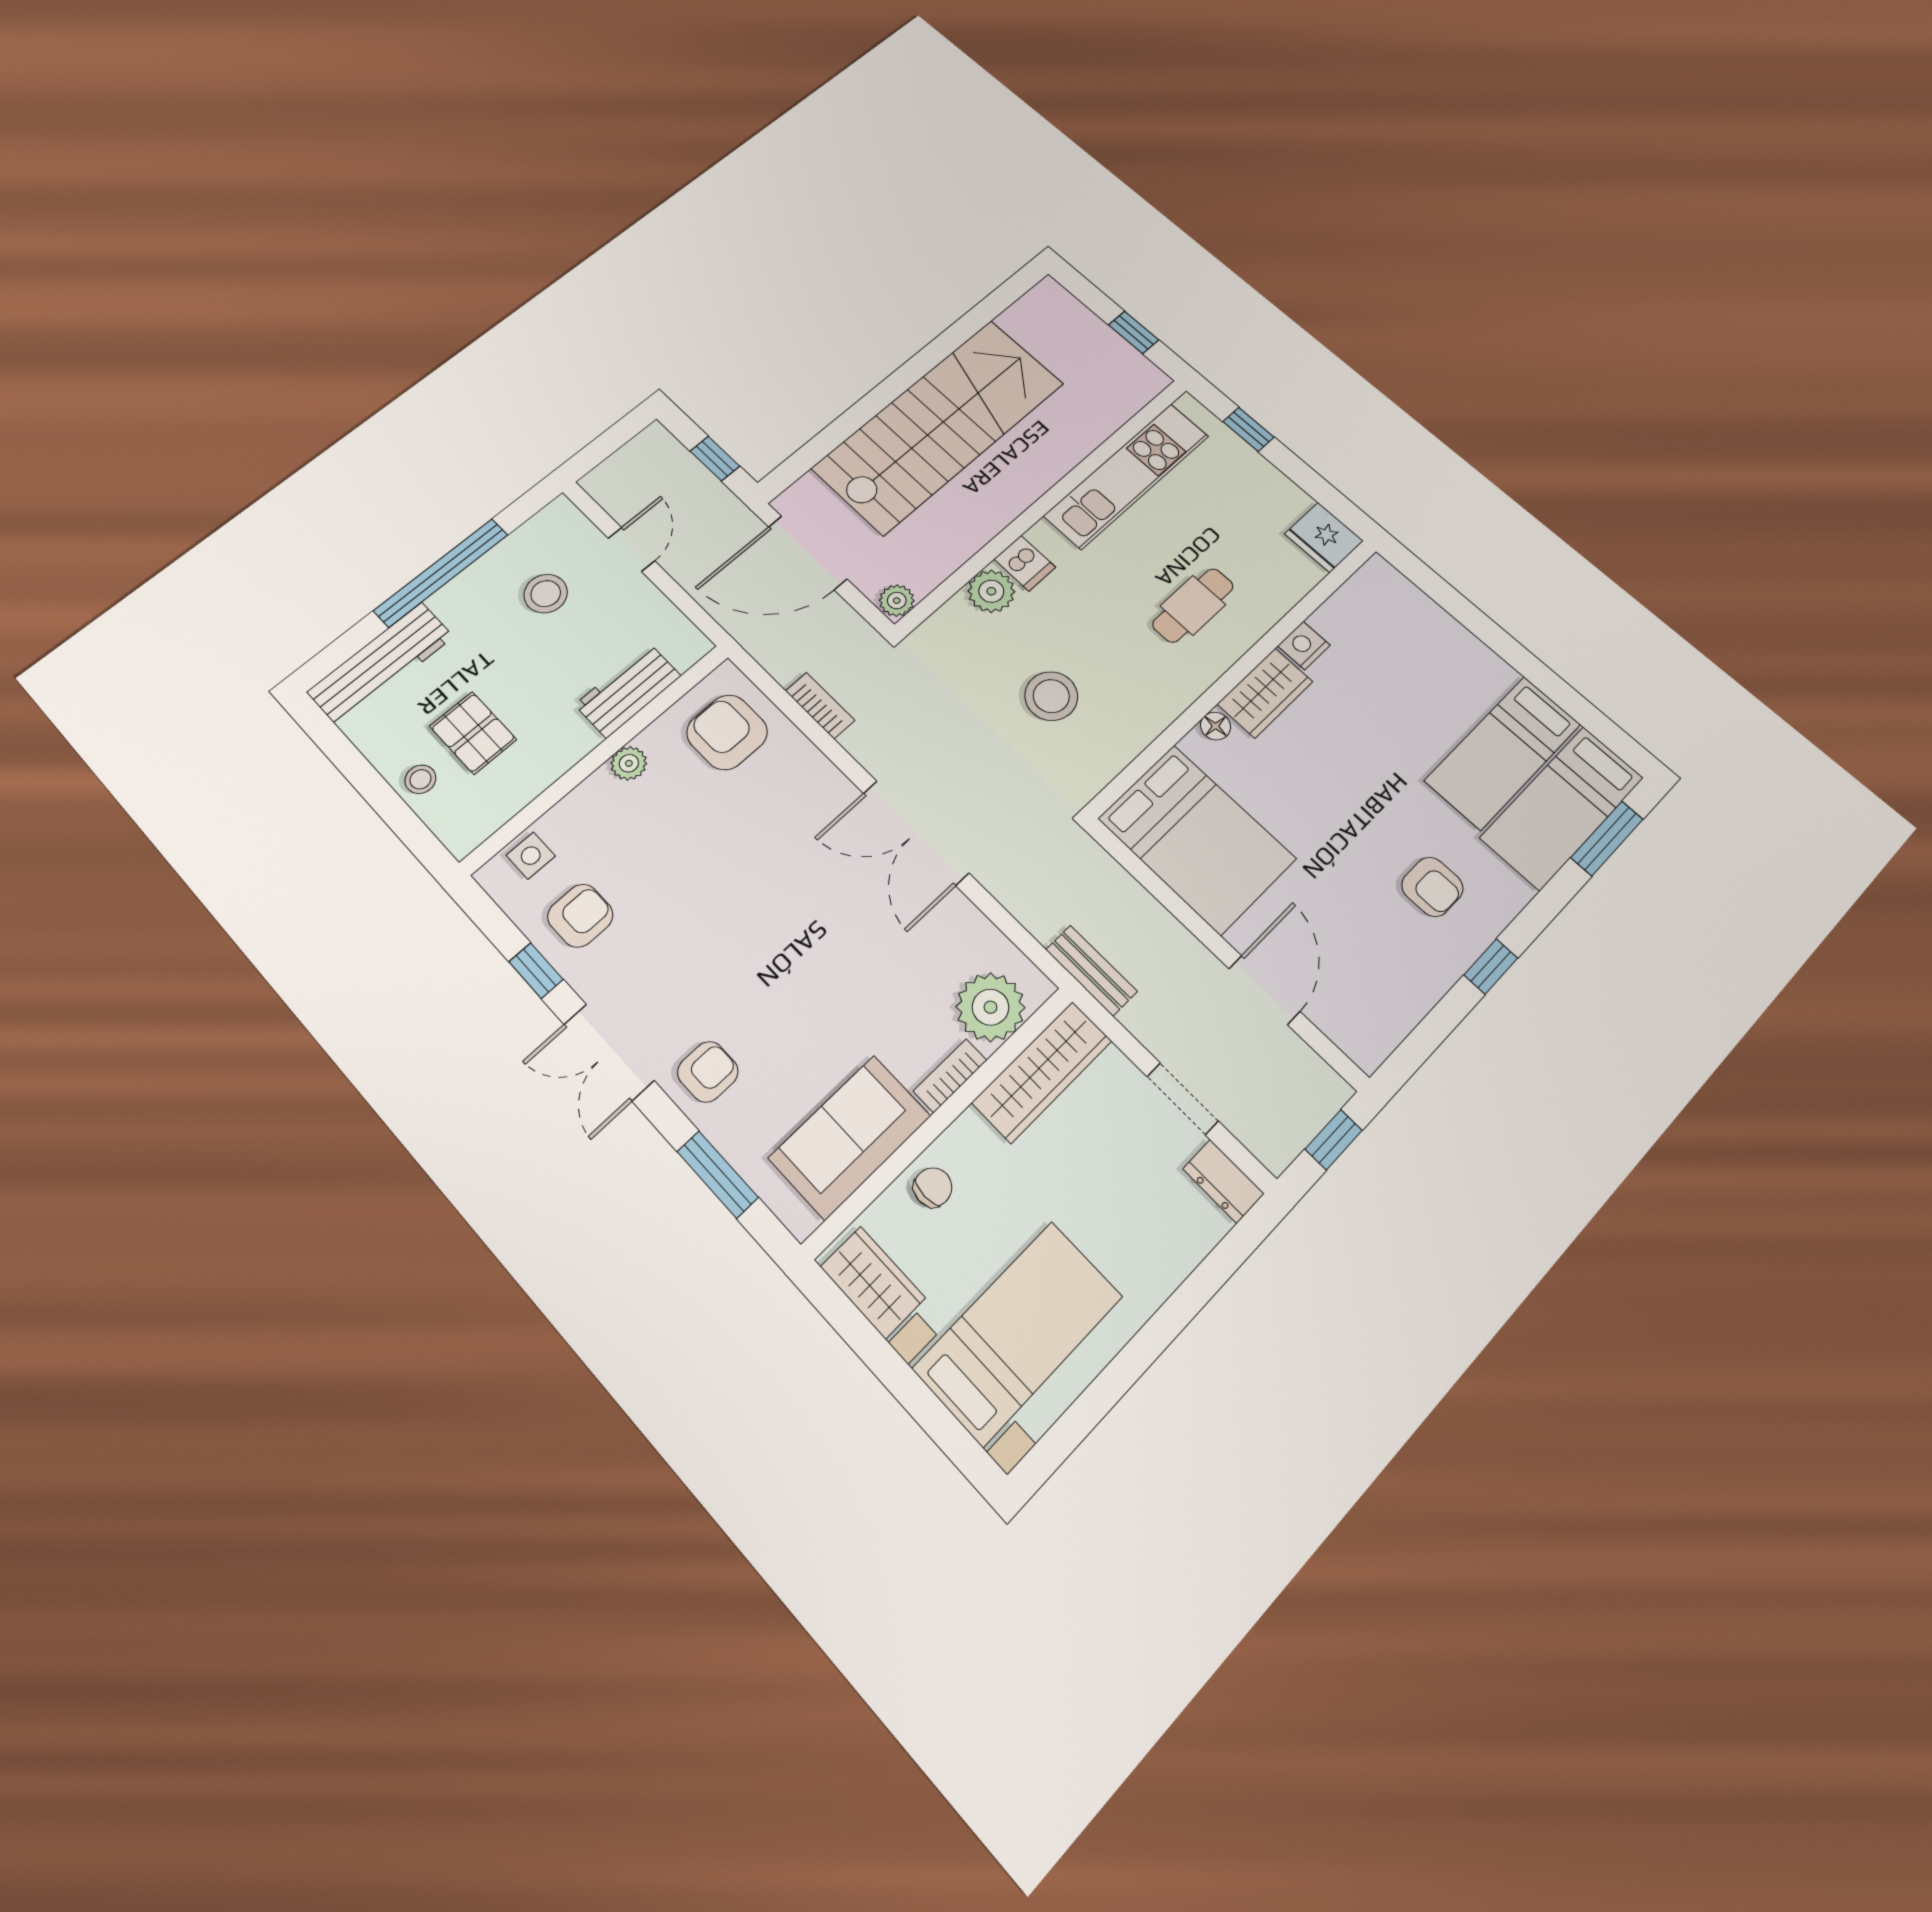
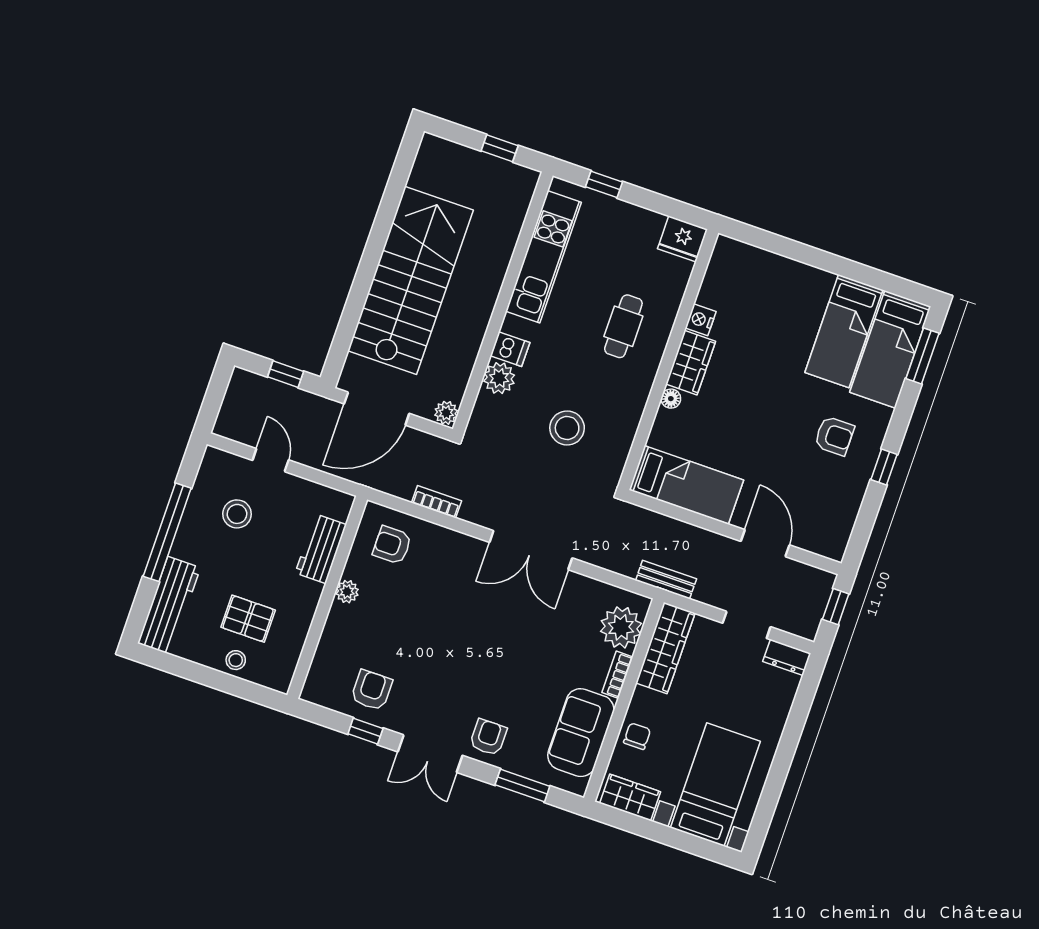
armchair: (727, 732) -> (392, 545), width x0.72, depth x0.72
bed: (1197, 839) -> (686, 485), width x0.67
side table: (531, 856) -> (324, 671), removed

